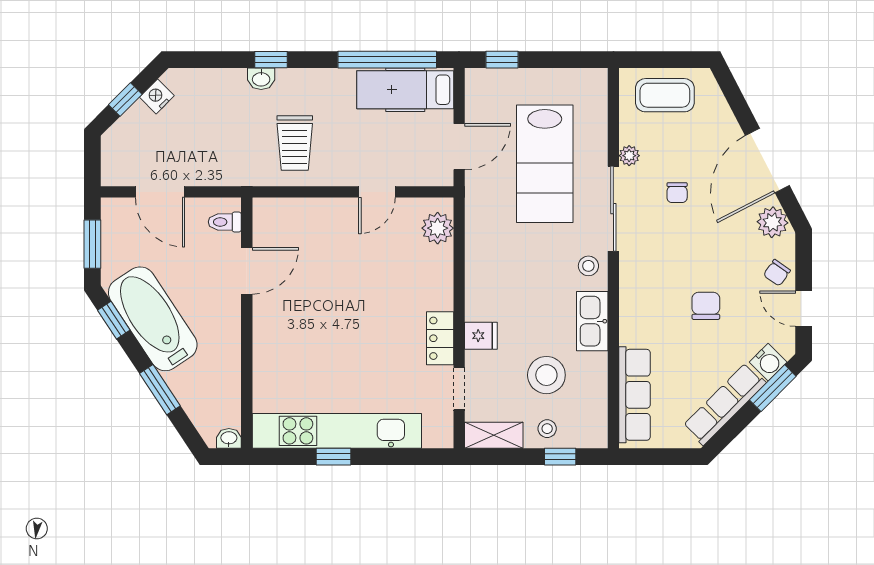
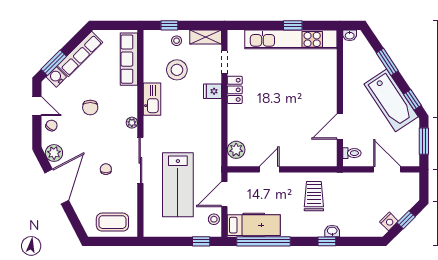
plant: (629, 156) -> (132, 123), moved
lab bench: (545, 164) -> (178, 185), turned 180
stool: (588, 266) -> (214, 219), moved

